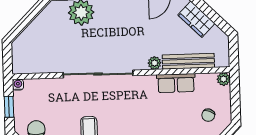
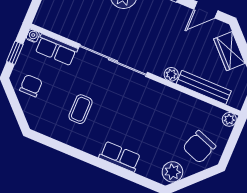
row of seats: (176, 83) -> (56, 50), moved
chair: (208, 115) -> (199, 147), width x1.87, depth x1.87

